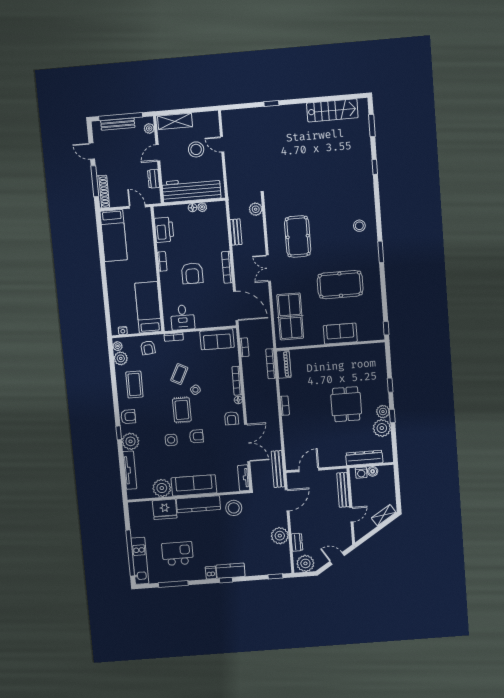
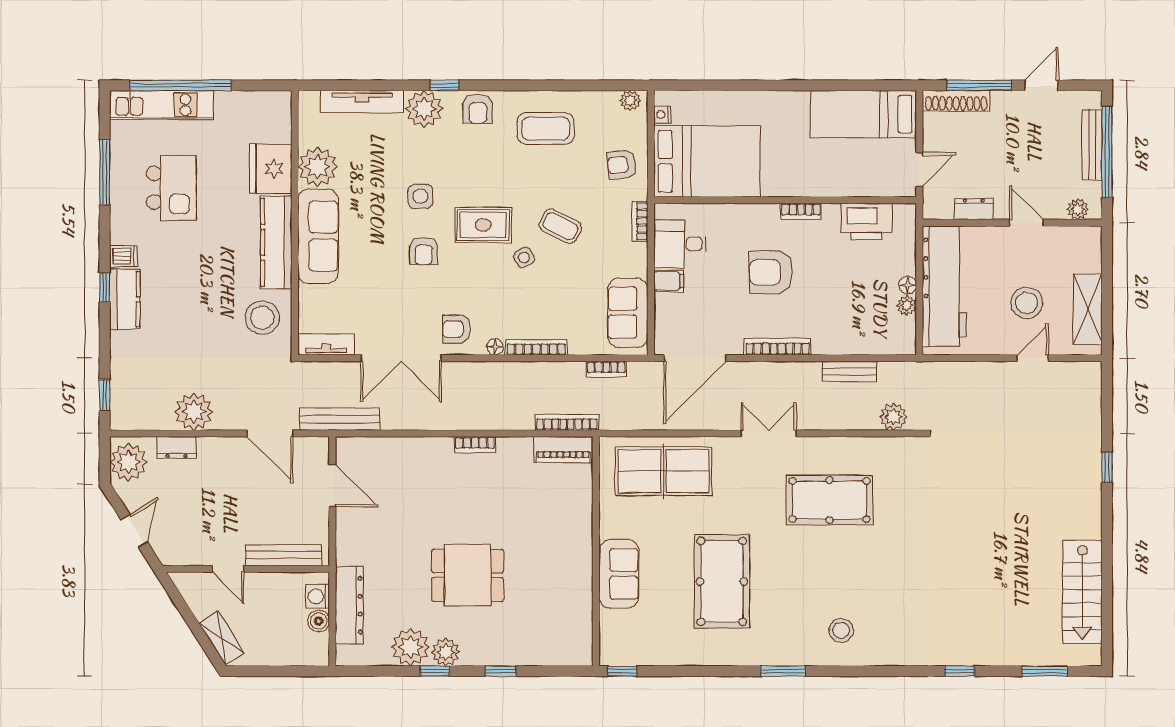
shelving: (175, 121) -> (1088, 309), moved
bed: (148, 307) -> (707, 161), width x1.50
filing cabinet: (201, 321) -> (669, 281), added
plant: (121, 358) -> (604, 105), removed

